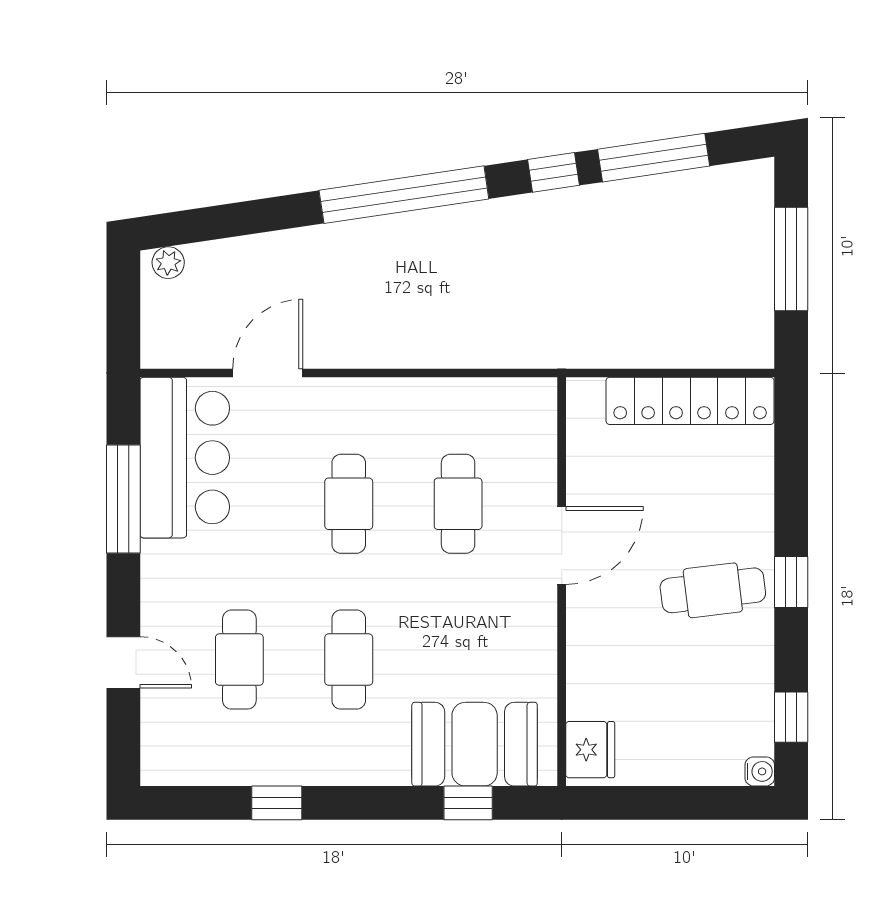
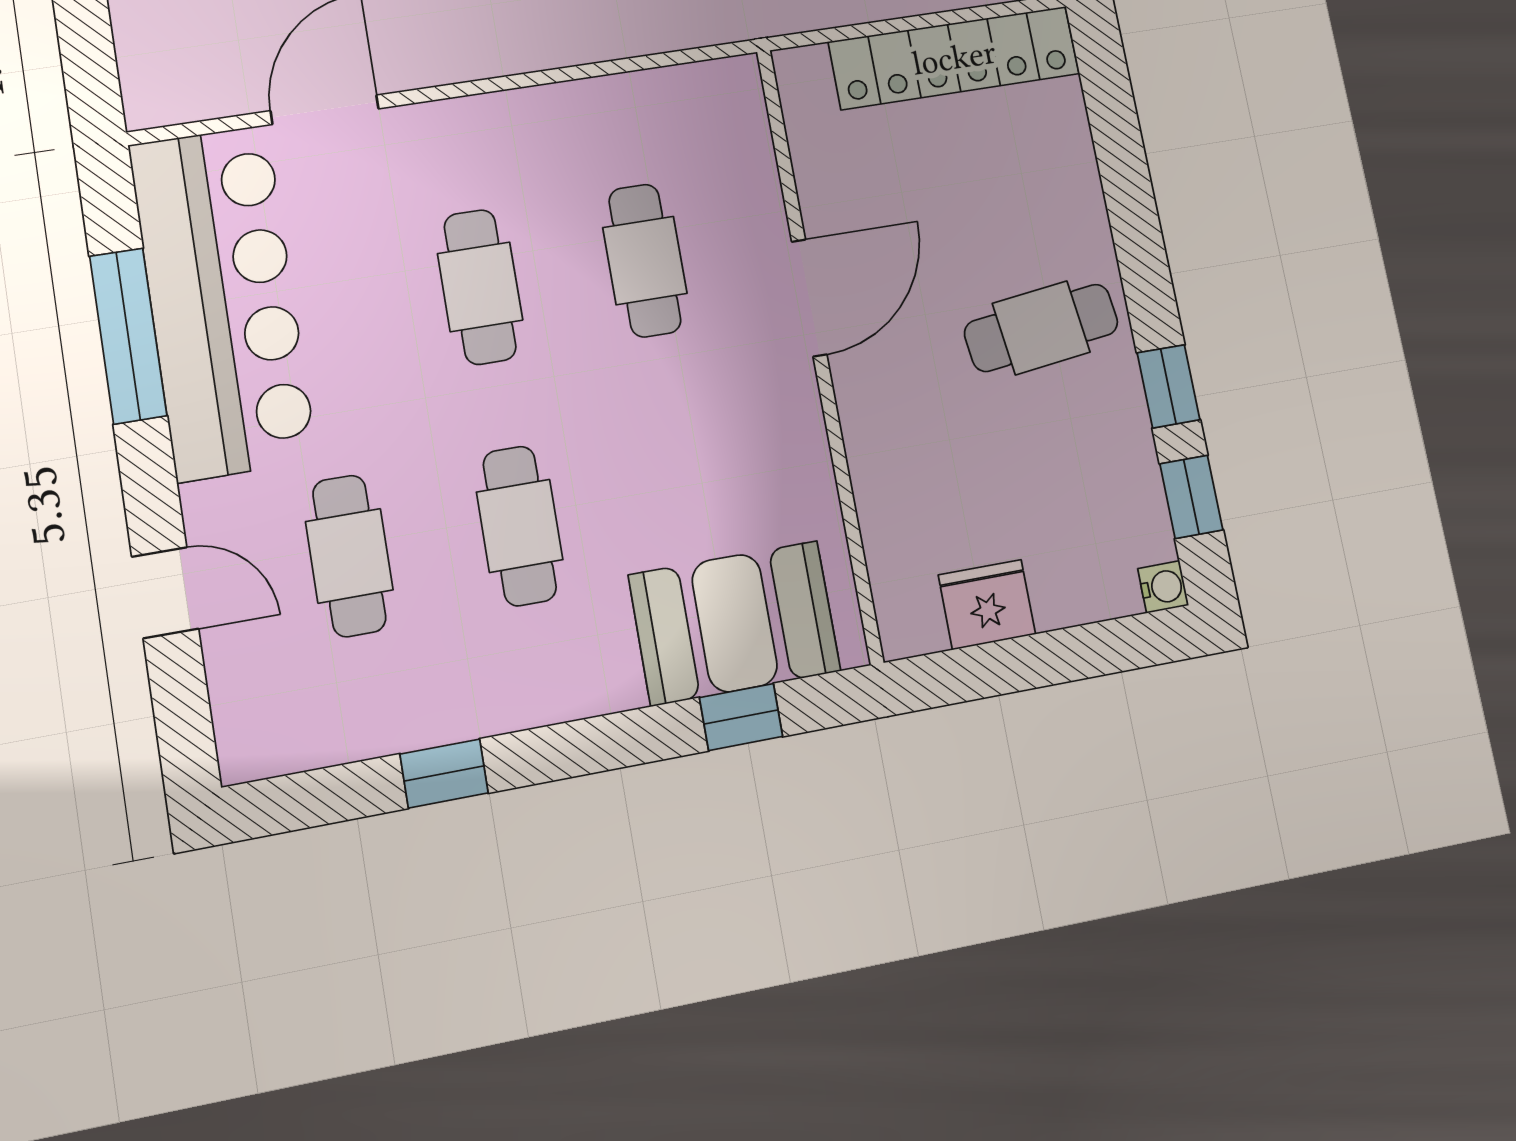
bar counter: (185, 458) -> (222, 302), width x1.36
window: (791, 582) -> (1168, 386), moved
fridge: (590, 750) -> (987, 605), moved, turned -90

